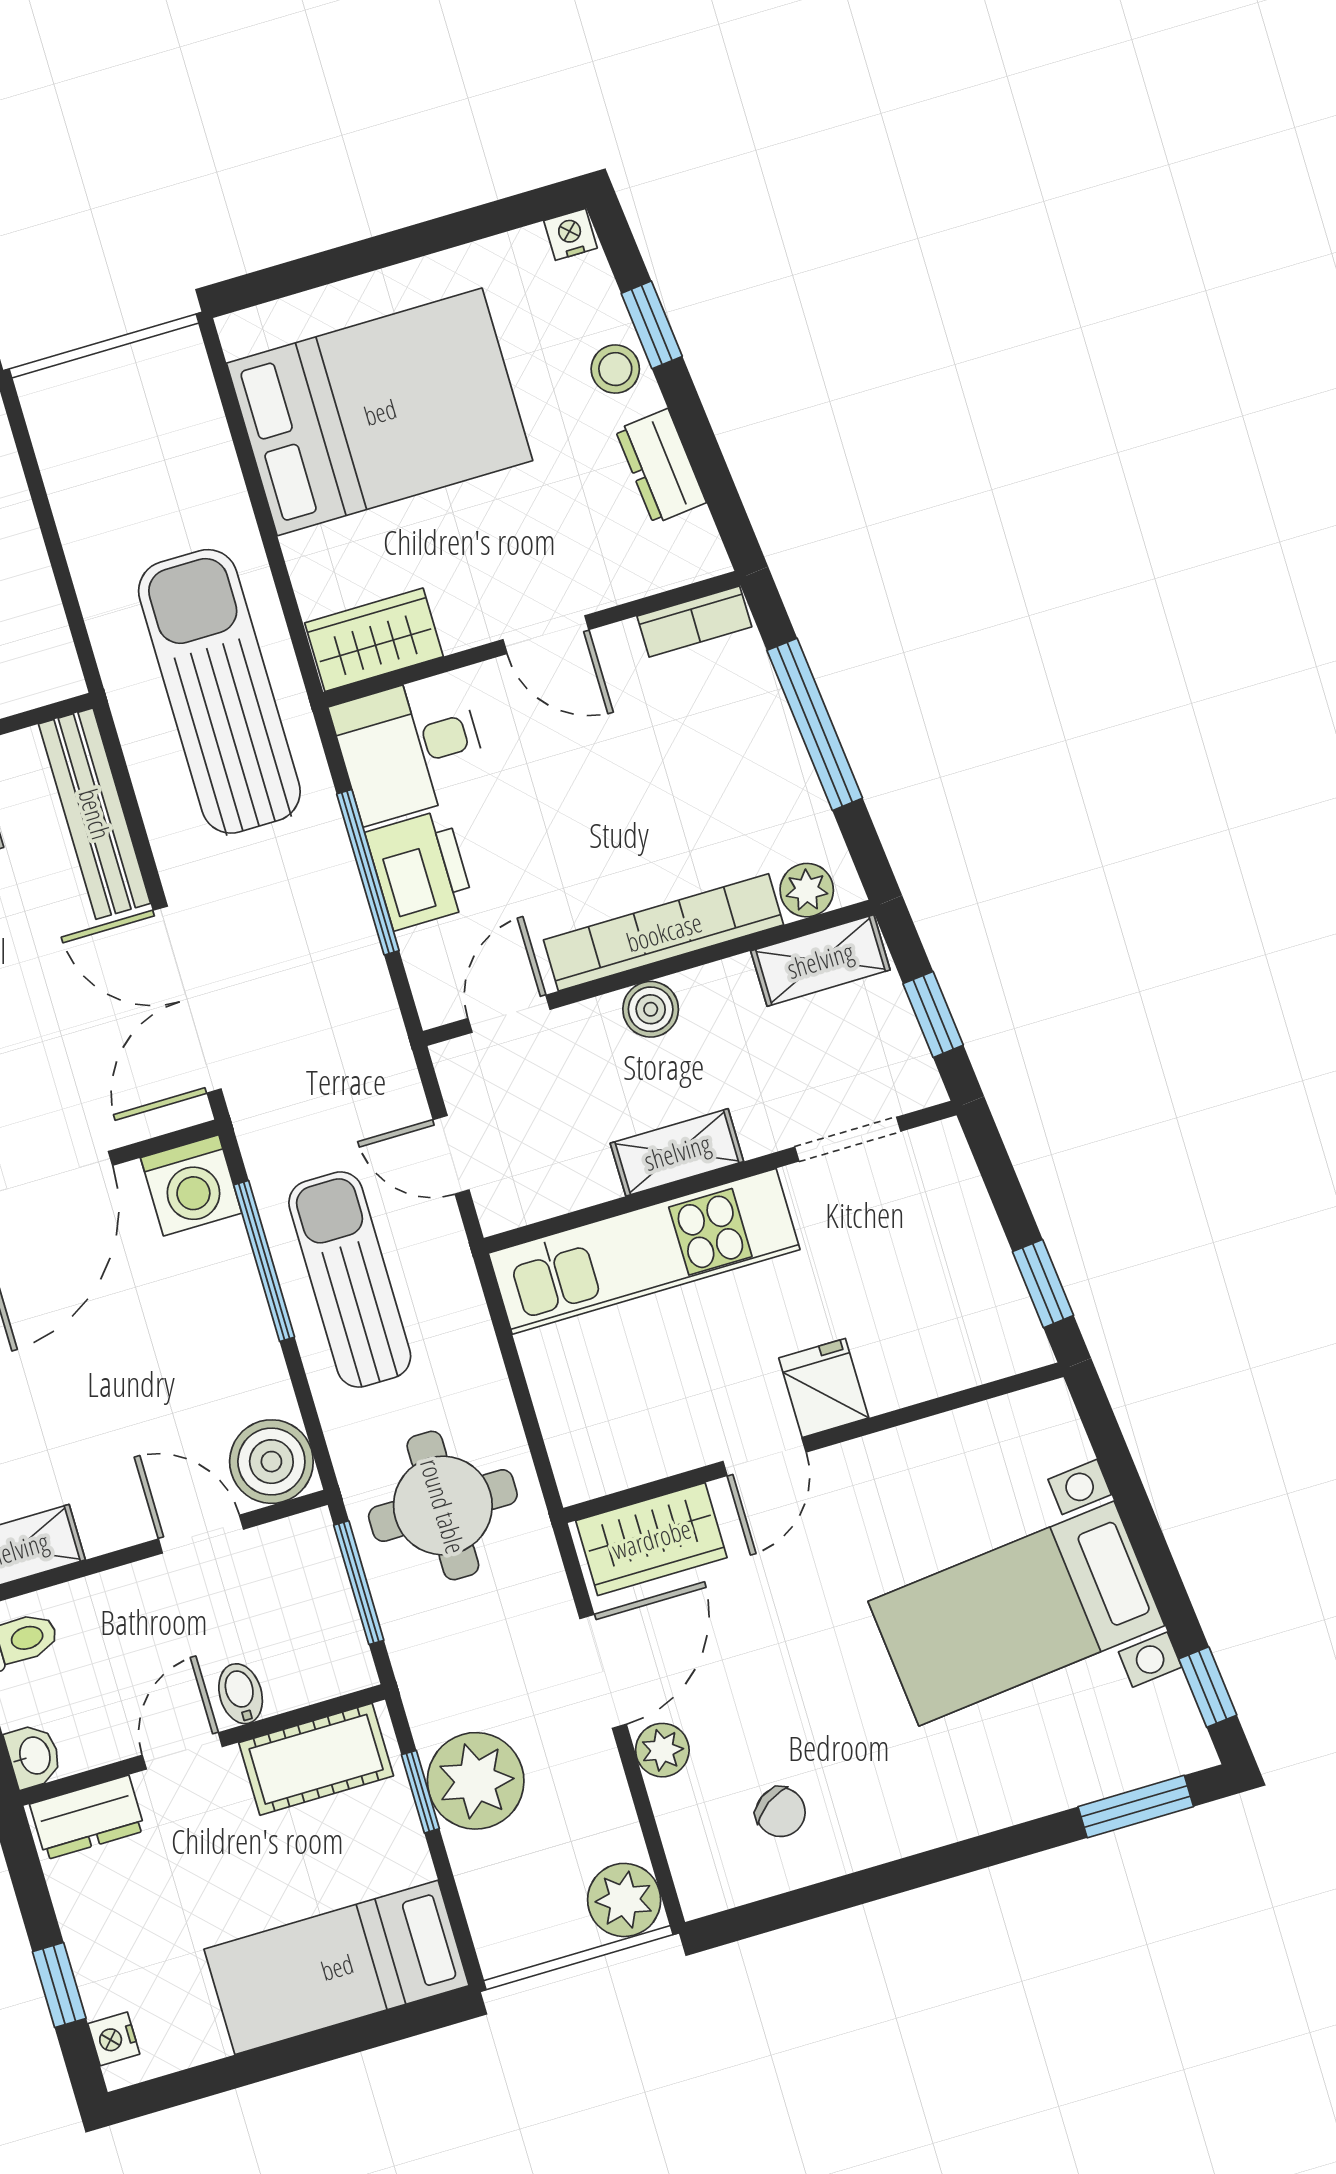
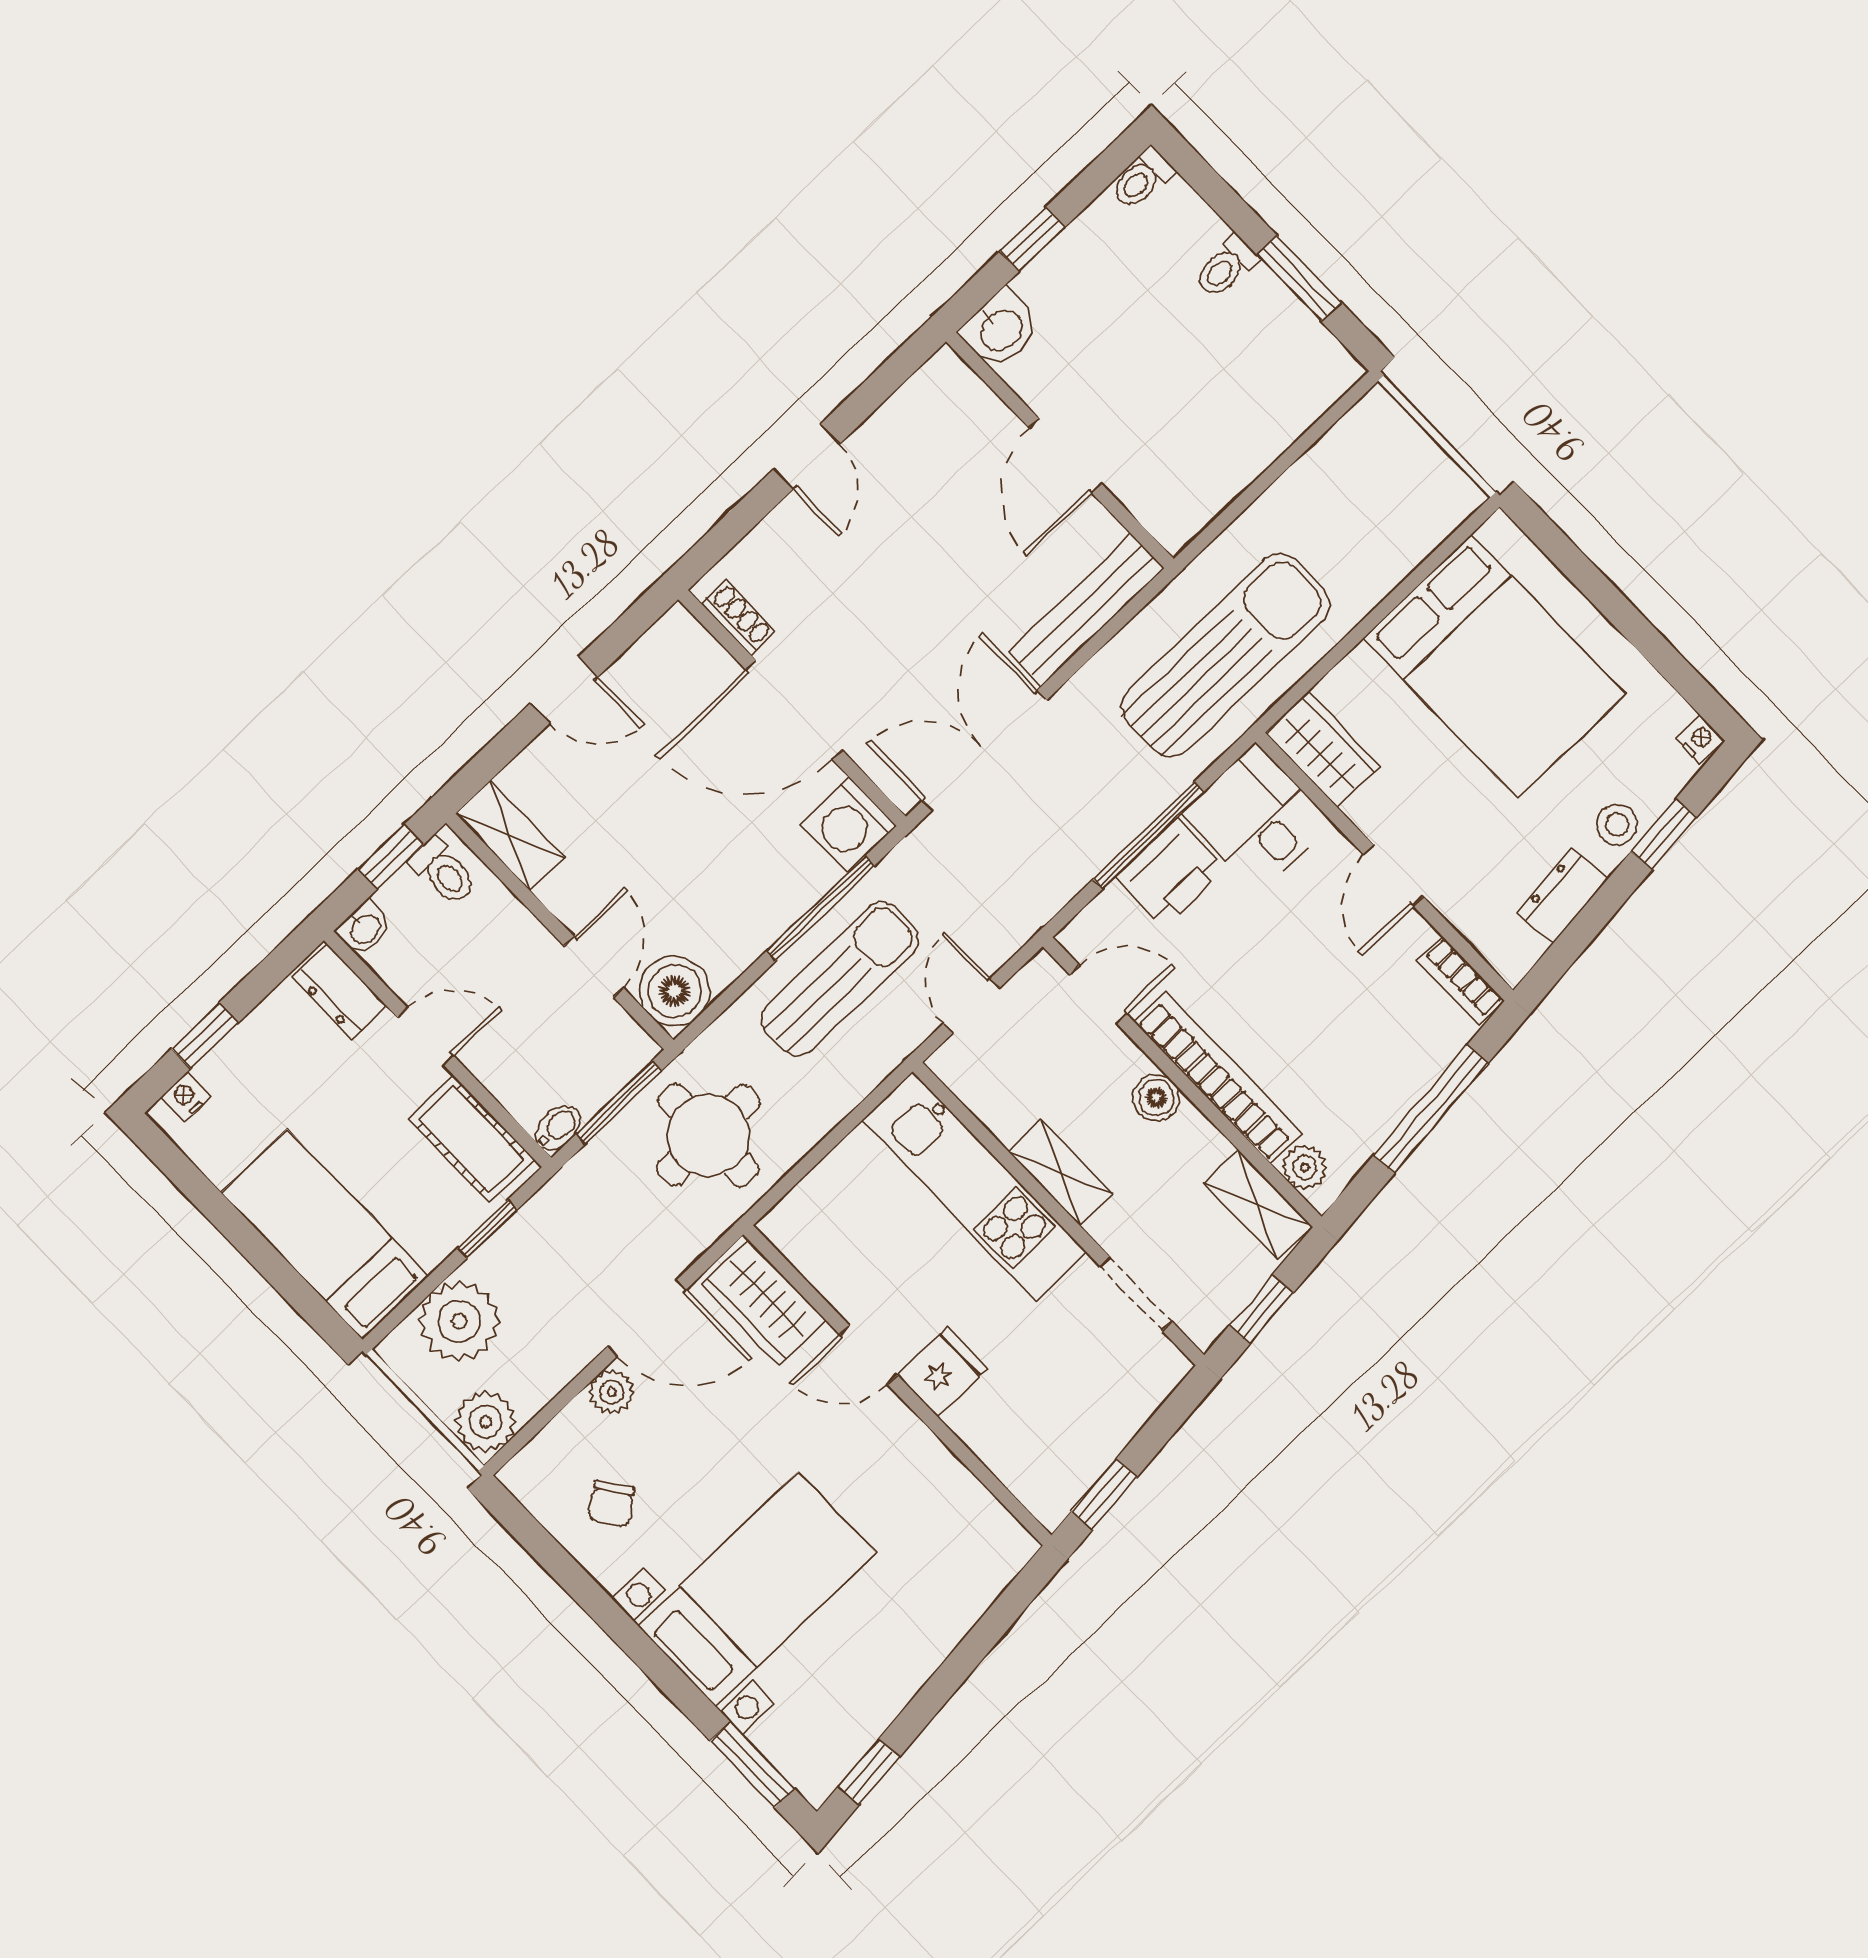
bed with nightstands: (1016, 1613) -> (757, 1589), moved, turned 96
bidet: (241, 1694) -> (558, 1128), moved
plant: (476, 1781) -> (459, 1321), moved

